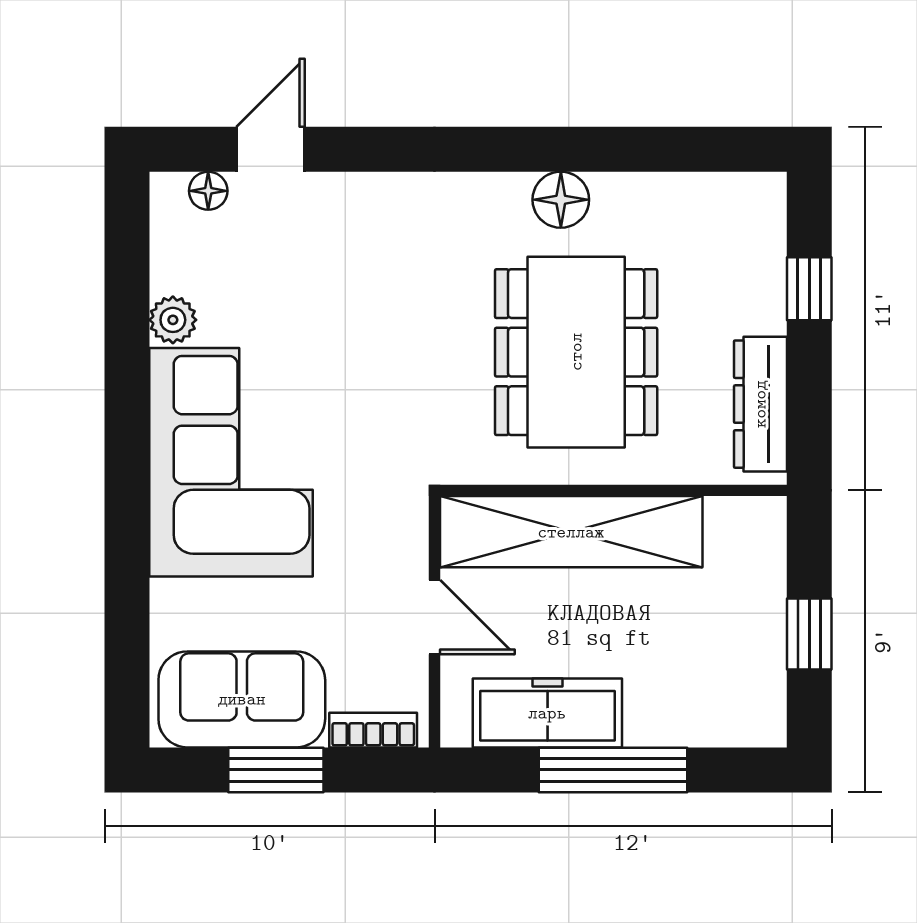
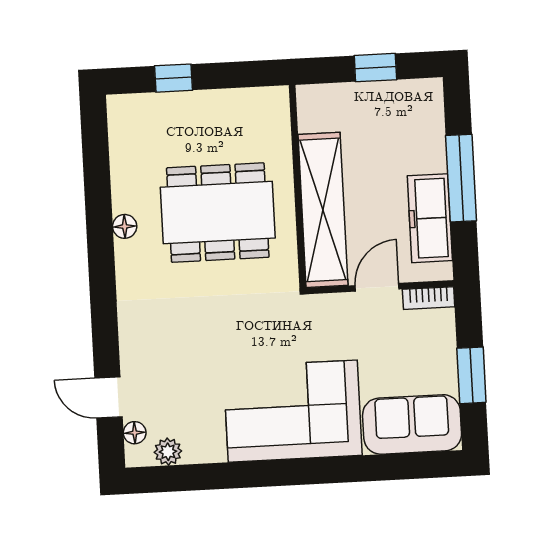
floor lamp: (561, 200) -> (125, 226), width x0.73, depth x0.73
plant: (173, 320) -> (168, 452), moved
dresser: (760, 404) -> (243, 103), removed
sofa: (242, 699) -> (412, 424), moved, turned 90
bookcase: (373, 730) -> (429, 298), moved, turned -90

